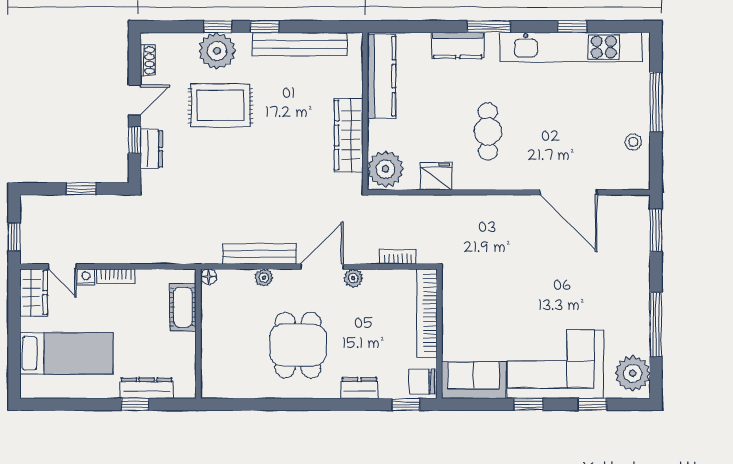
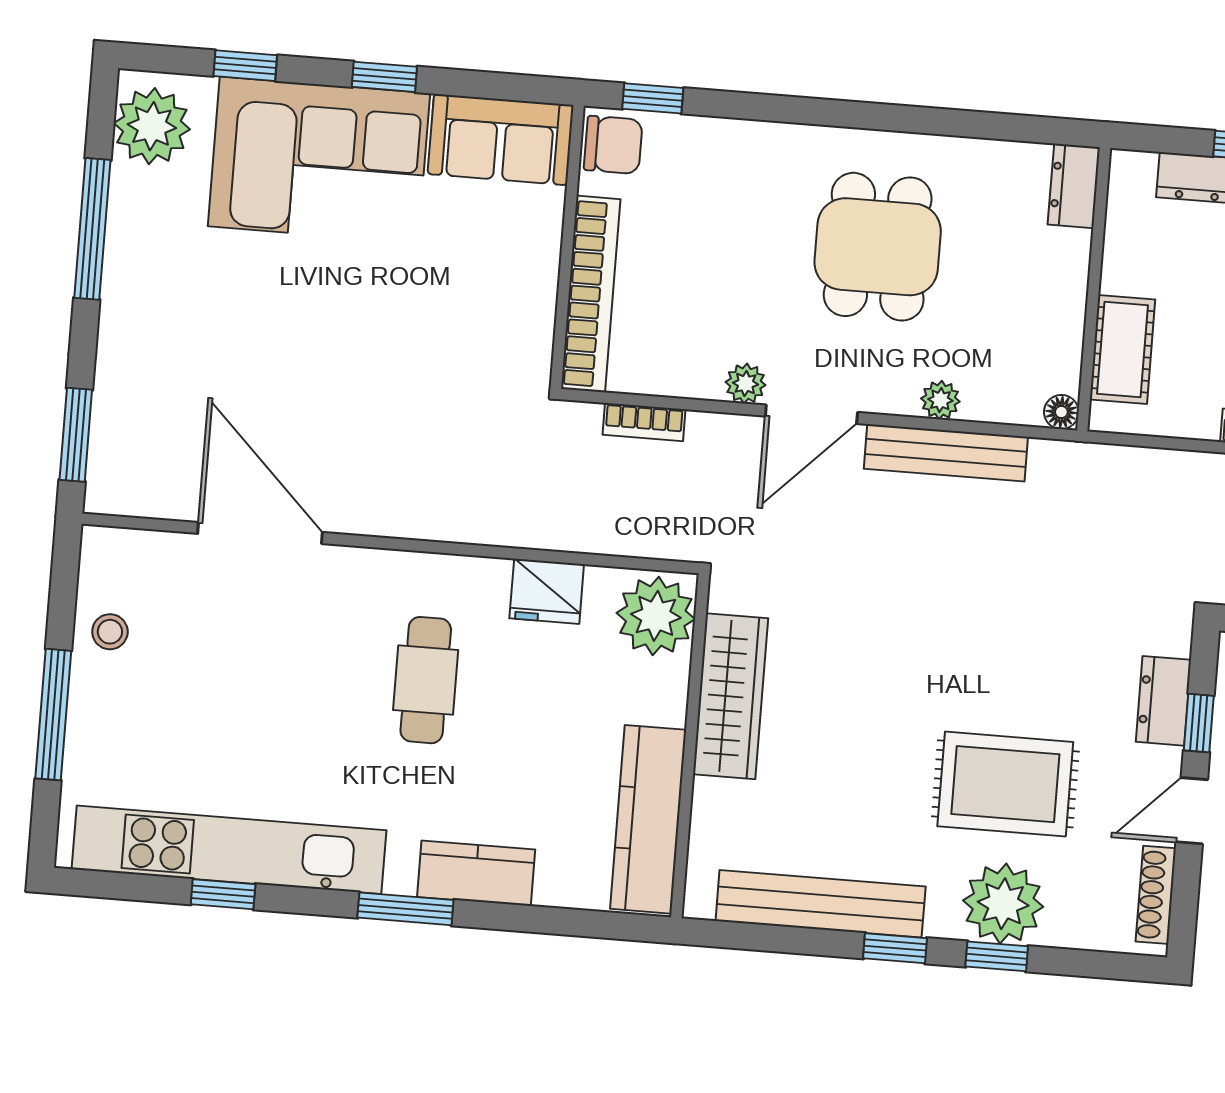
shoe rack: (148, 60) -> (1156, 895), width x1.43
dresser: (359, 388) -> (1074, 186), moved, turned 90

